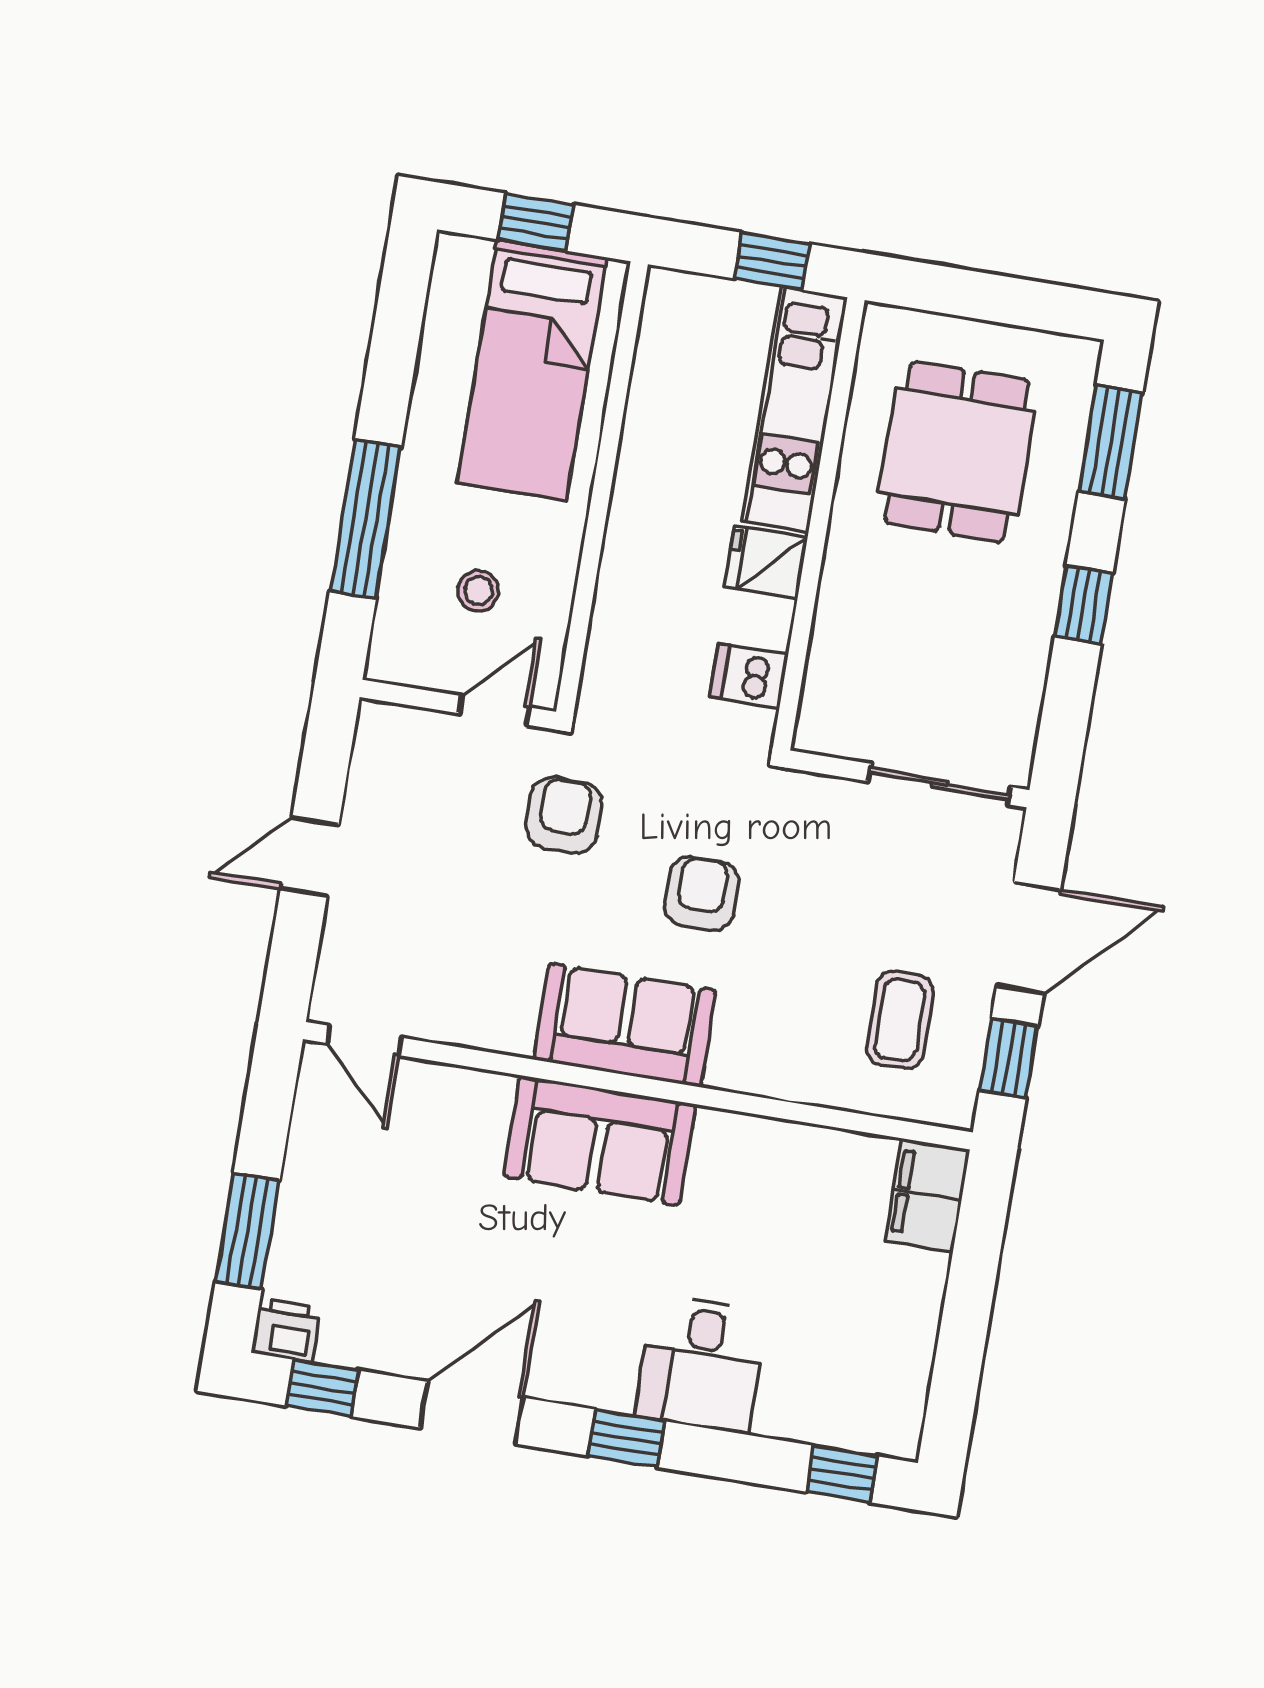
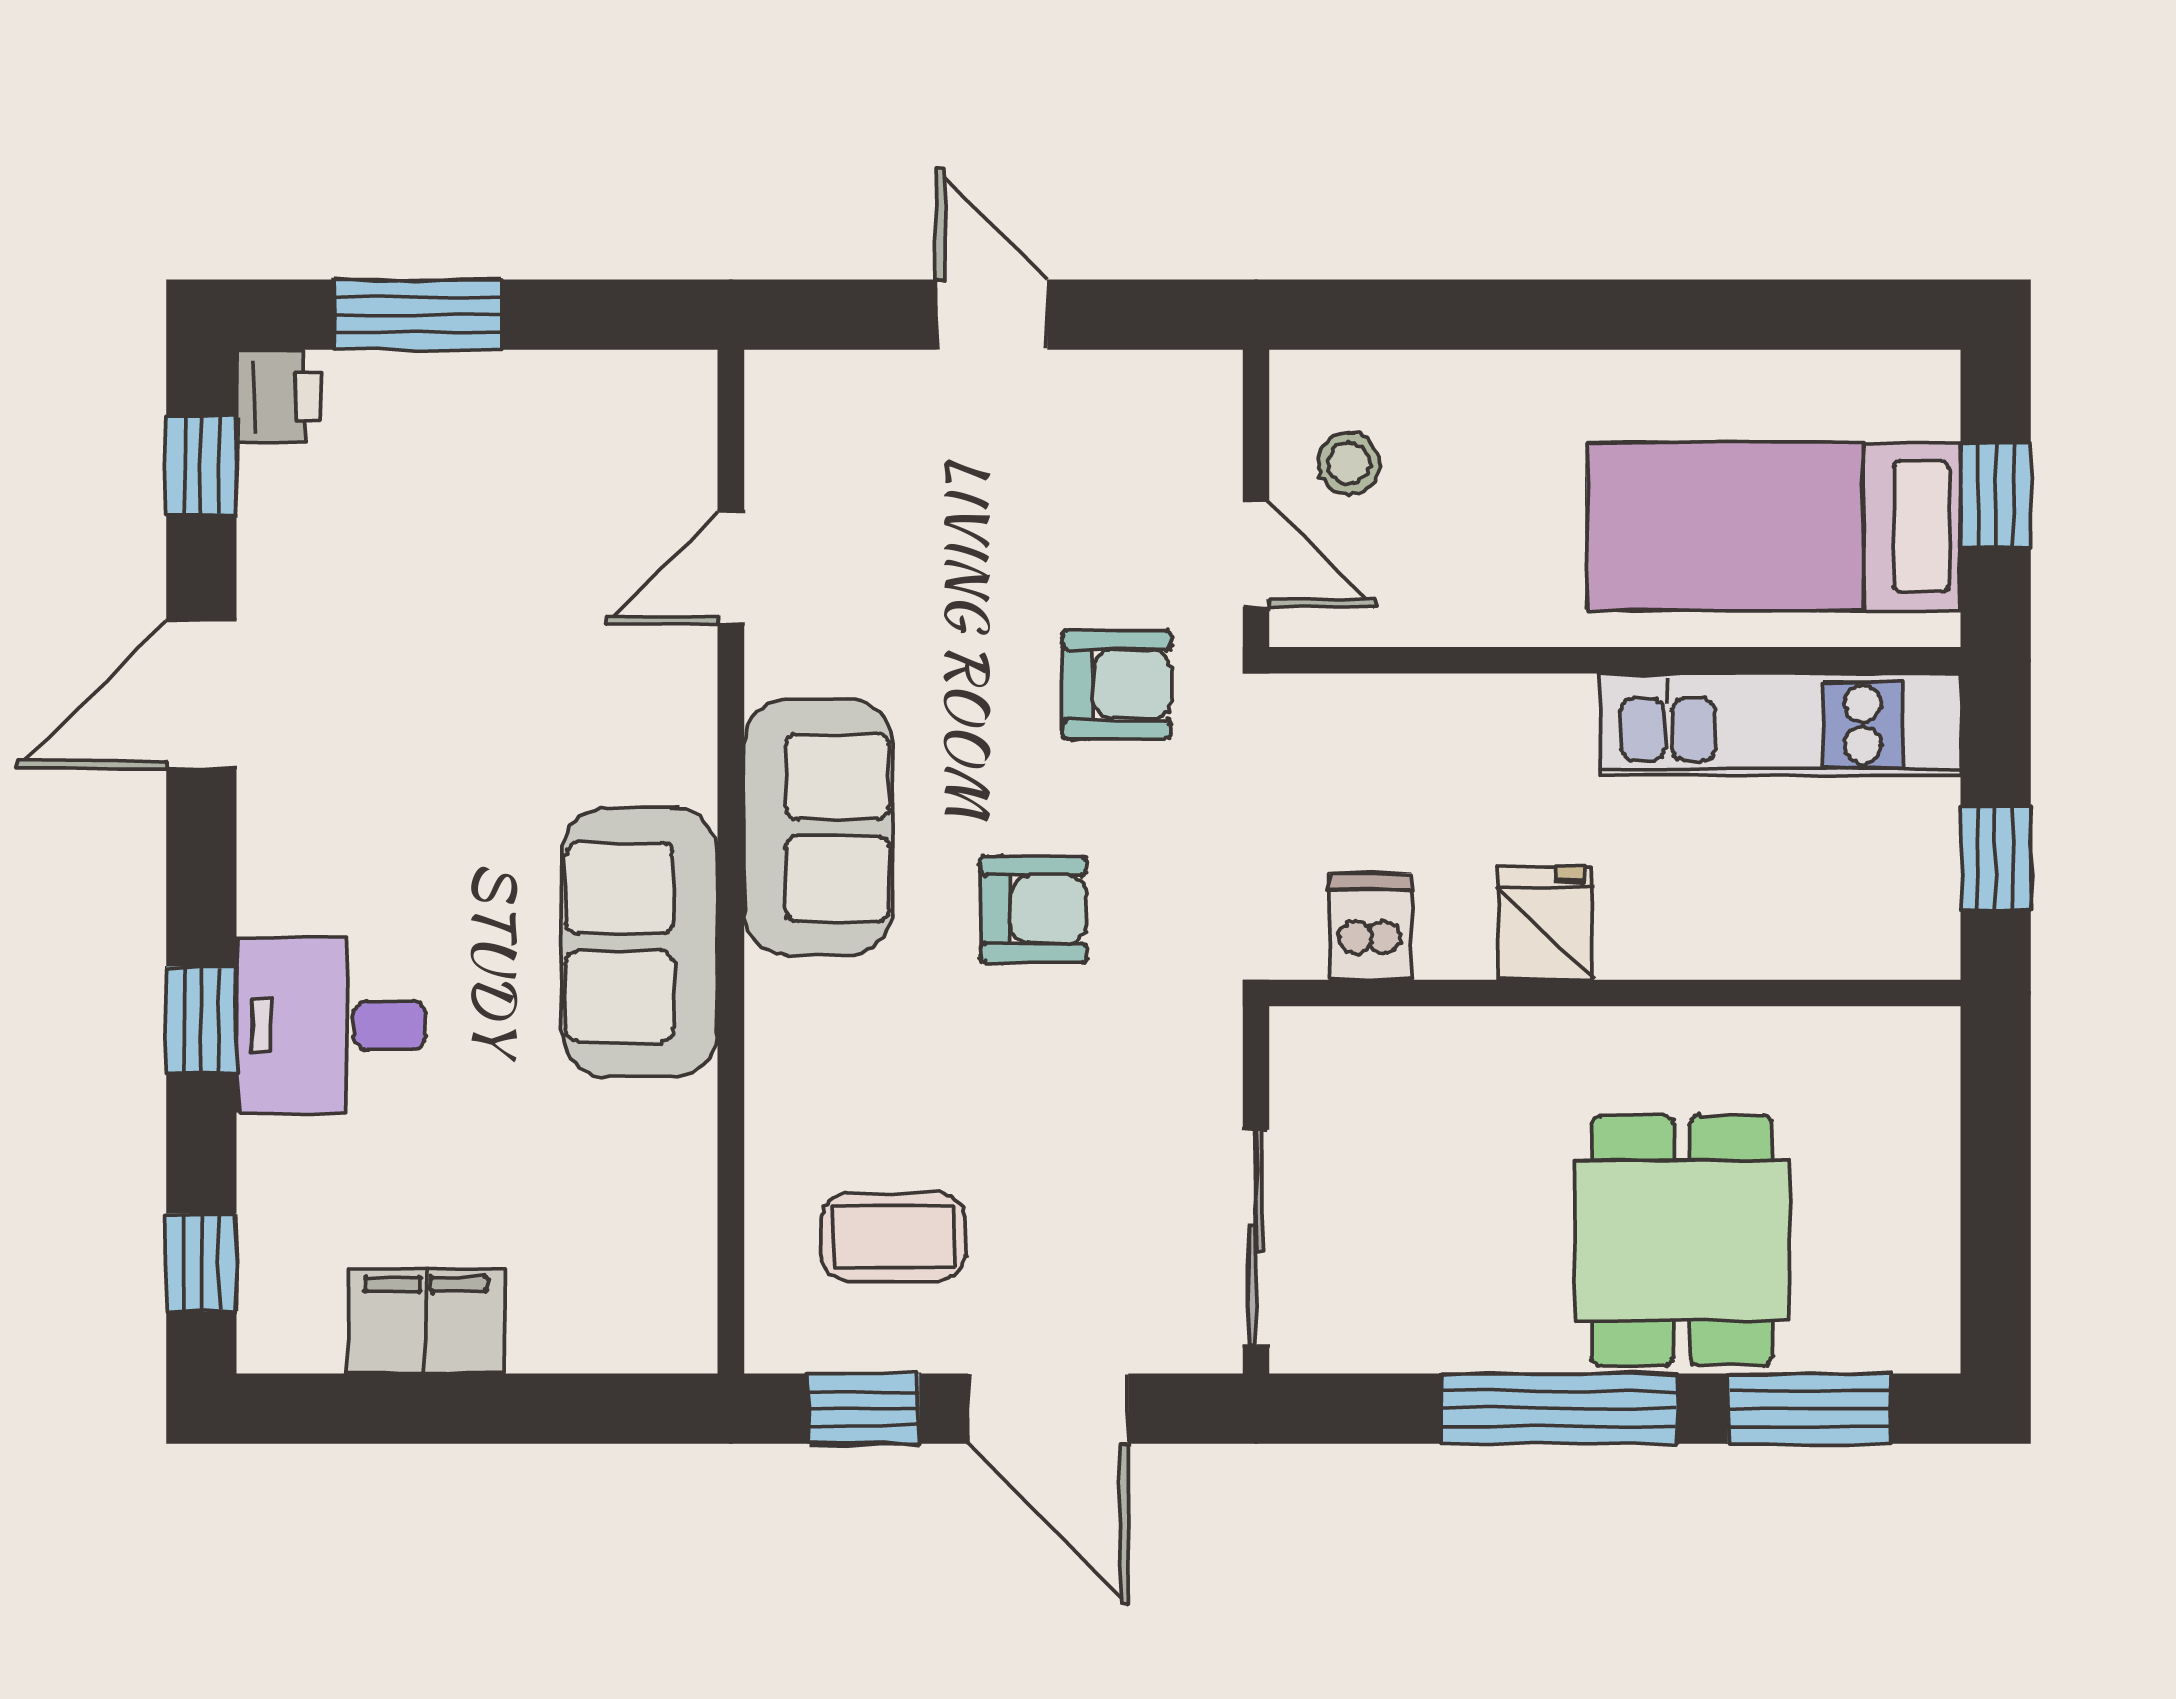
kitchen unit: (795, 409) -> (1780, 724), moved, turned 180
dining table: (957, 452) -> (1682, 1241), moved, turned 90
window: (365, 519) -> (1510, 315), removed
stool: (478, 591) -> (1349, 463), moved
window: (1084, 605) -> (1560, 1409), width x2.17
door: (364, 1040) -> (731, 568), moved
sofa: (600, 1140) -> (640, 942), moved
filing cabinet: (927, 1195) -> (426, 1321), moved
door: (472, 1413) -> (201, 694), swing flipped
window: (627, 1438) -> (201, 1020), moved

